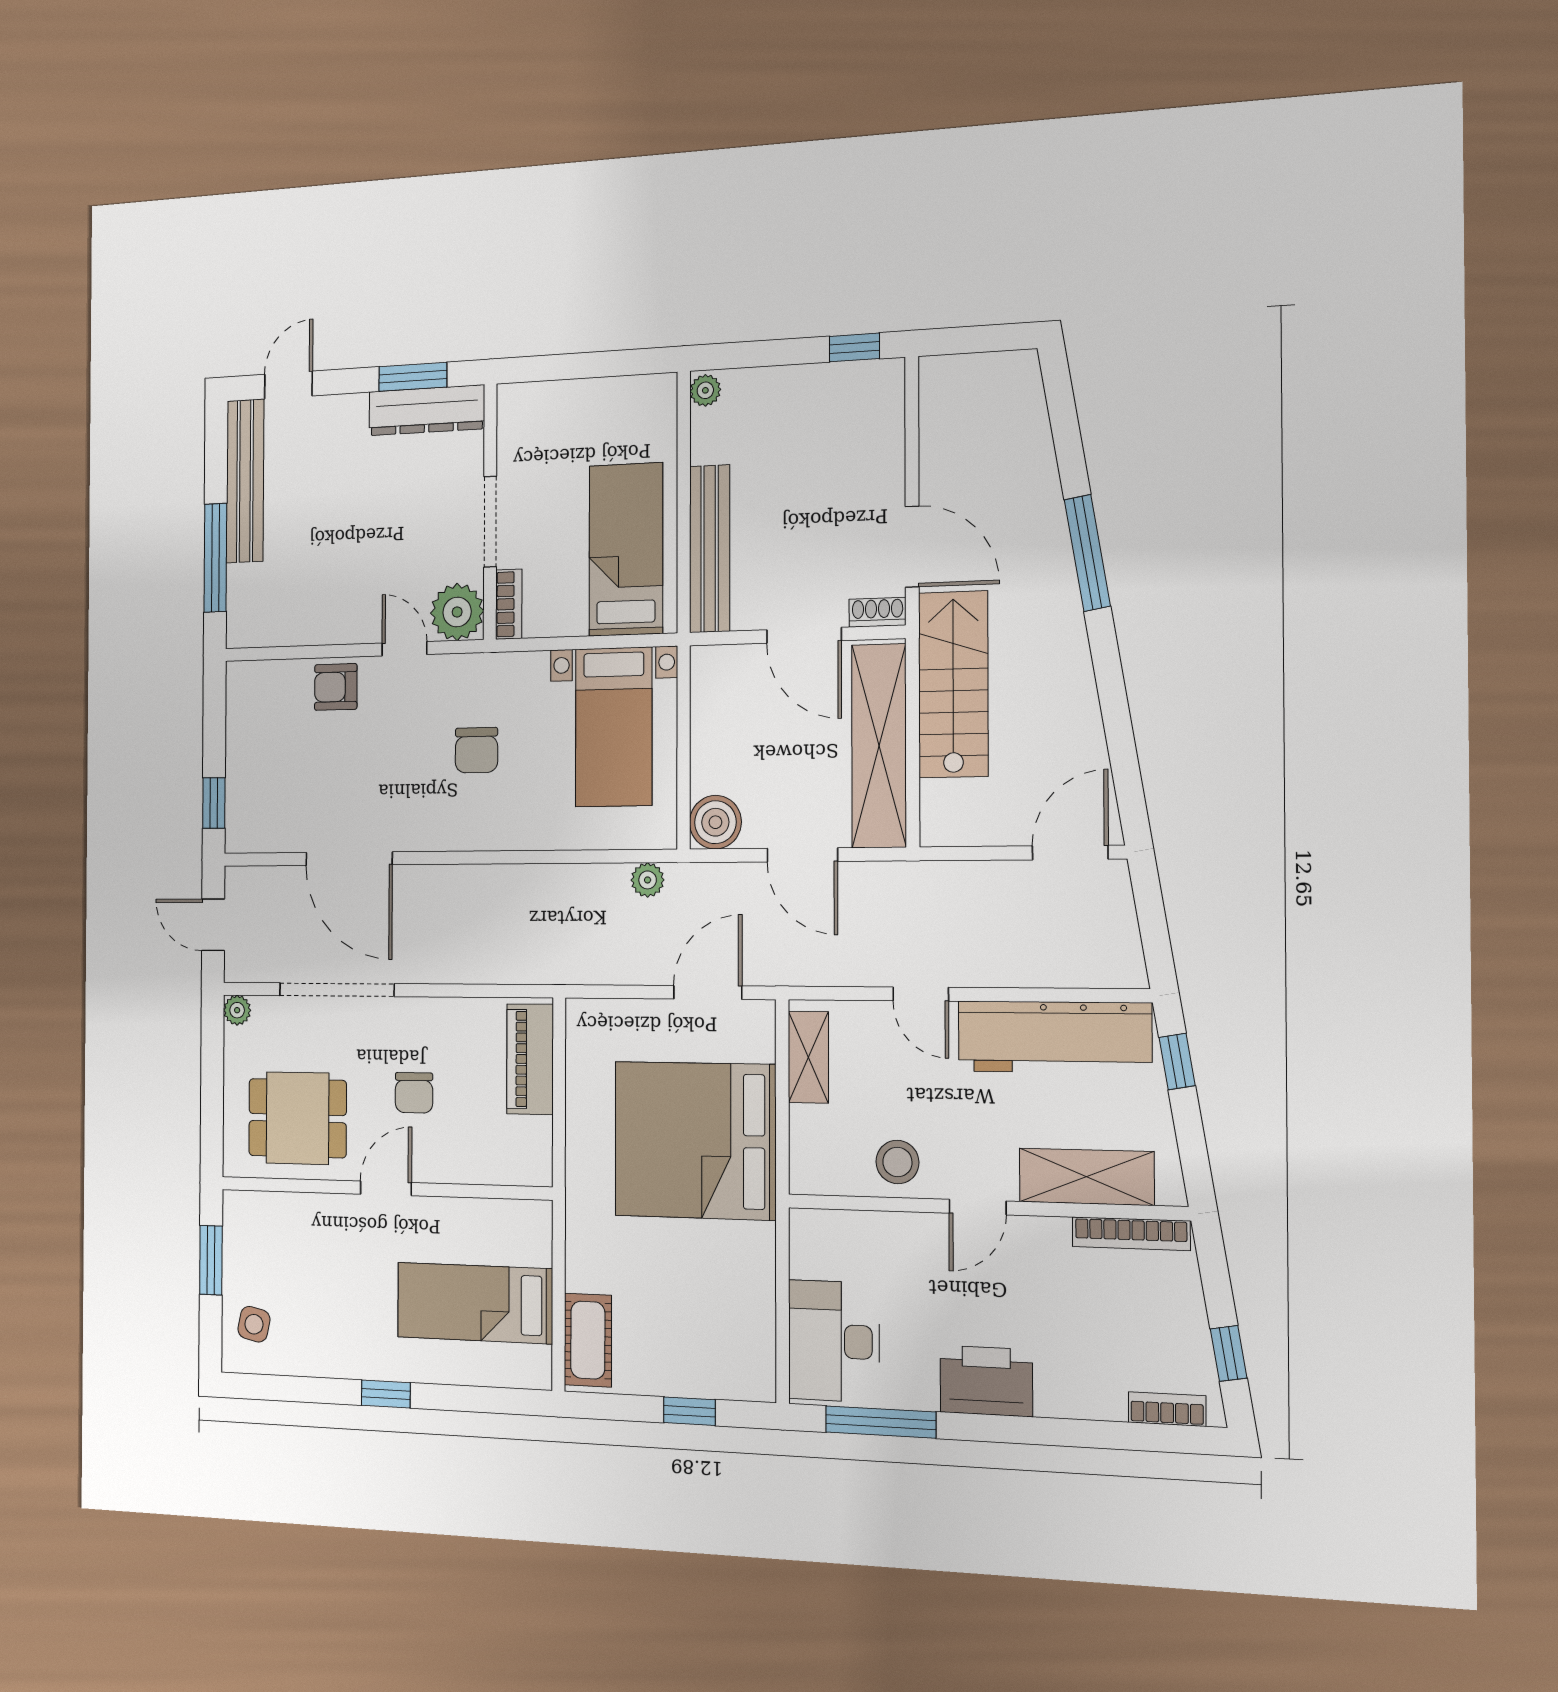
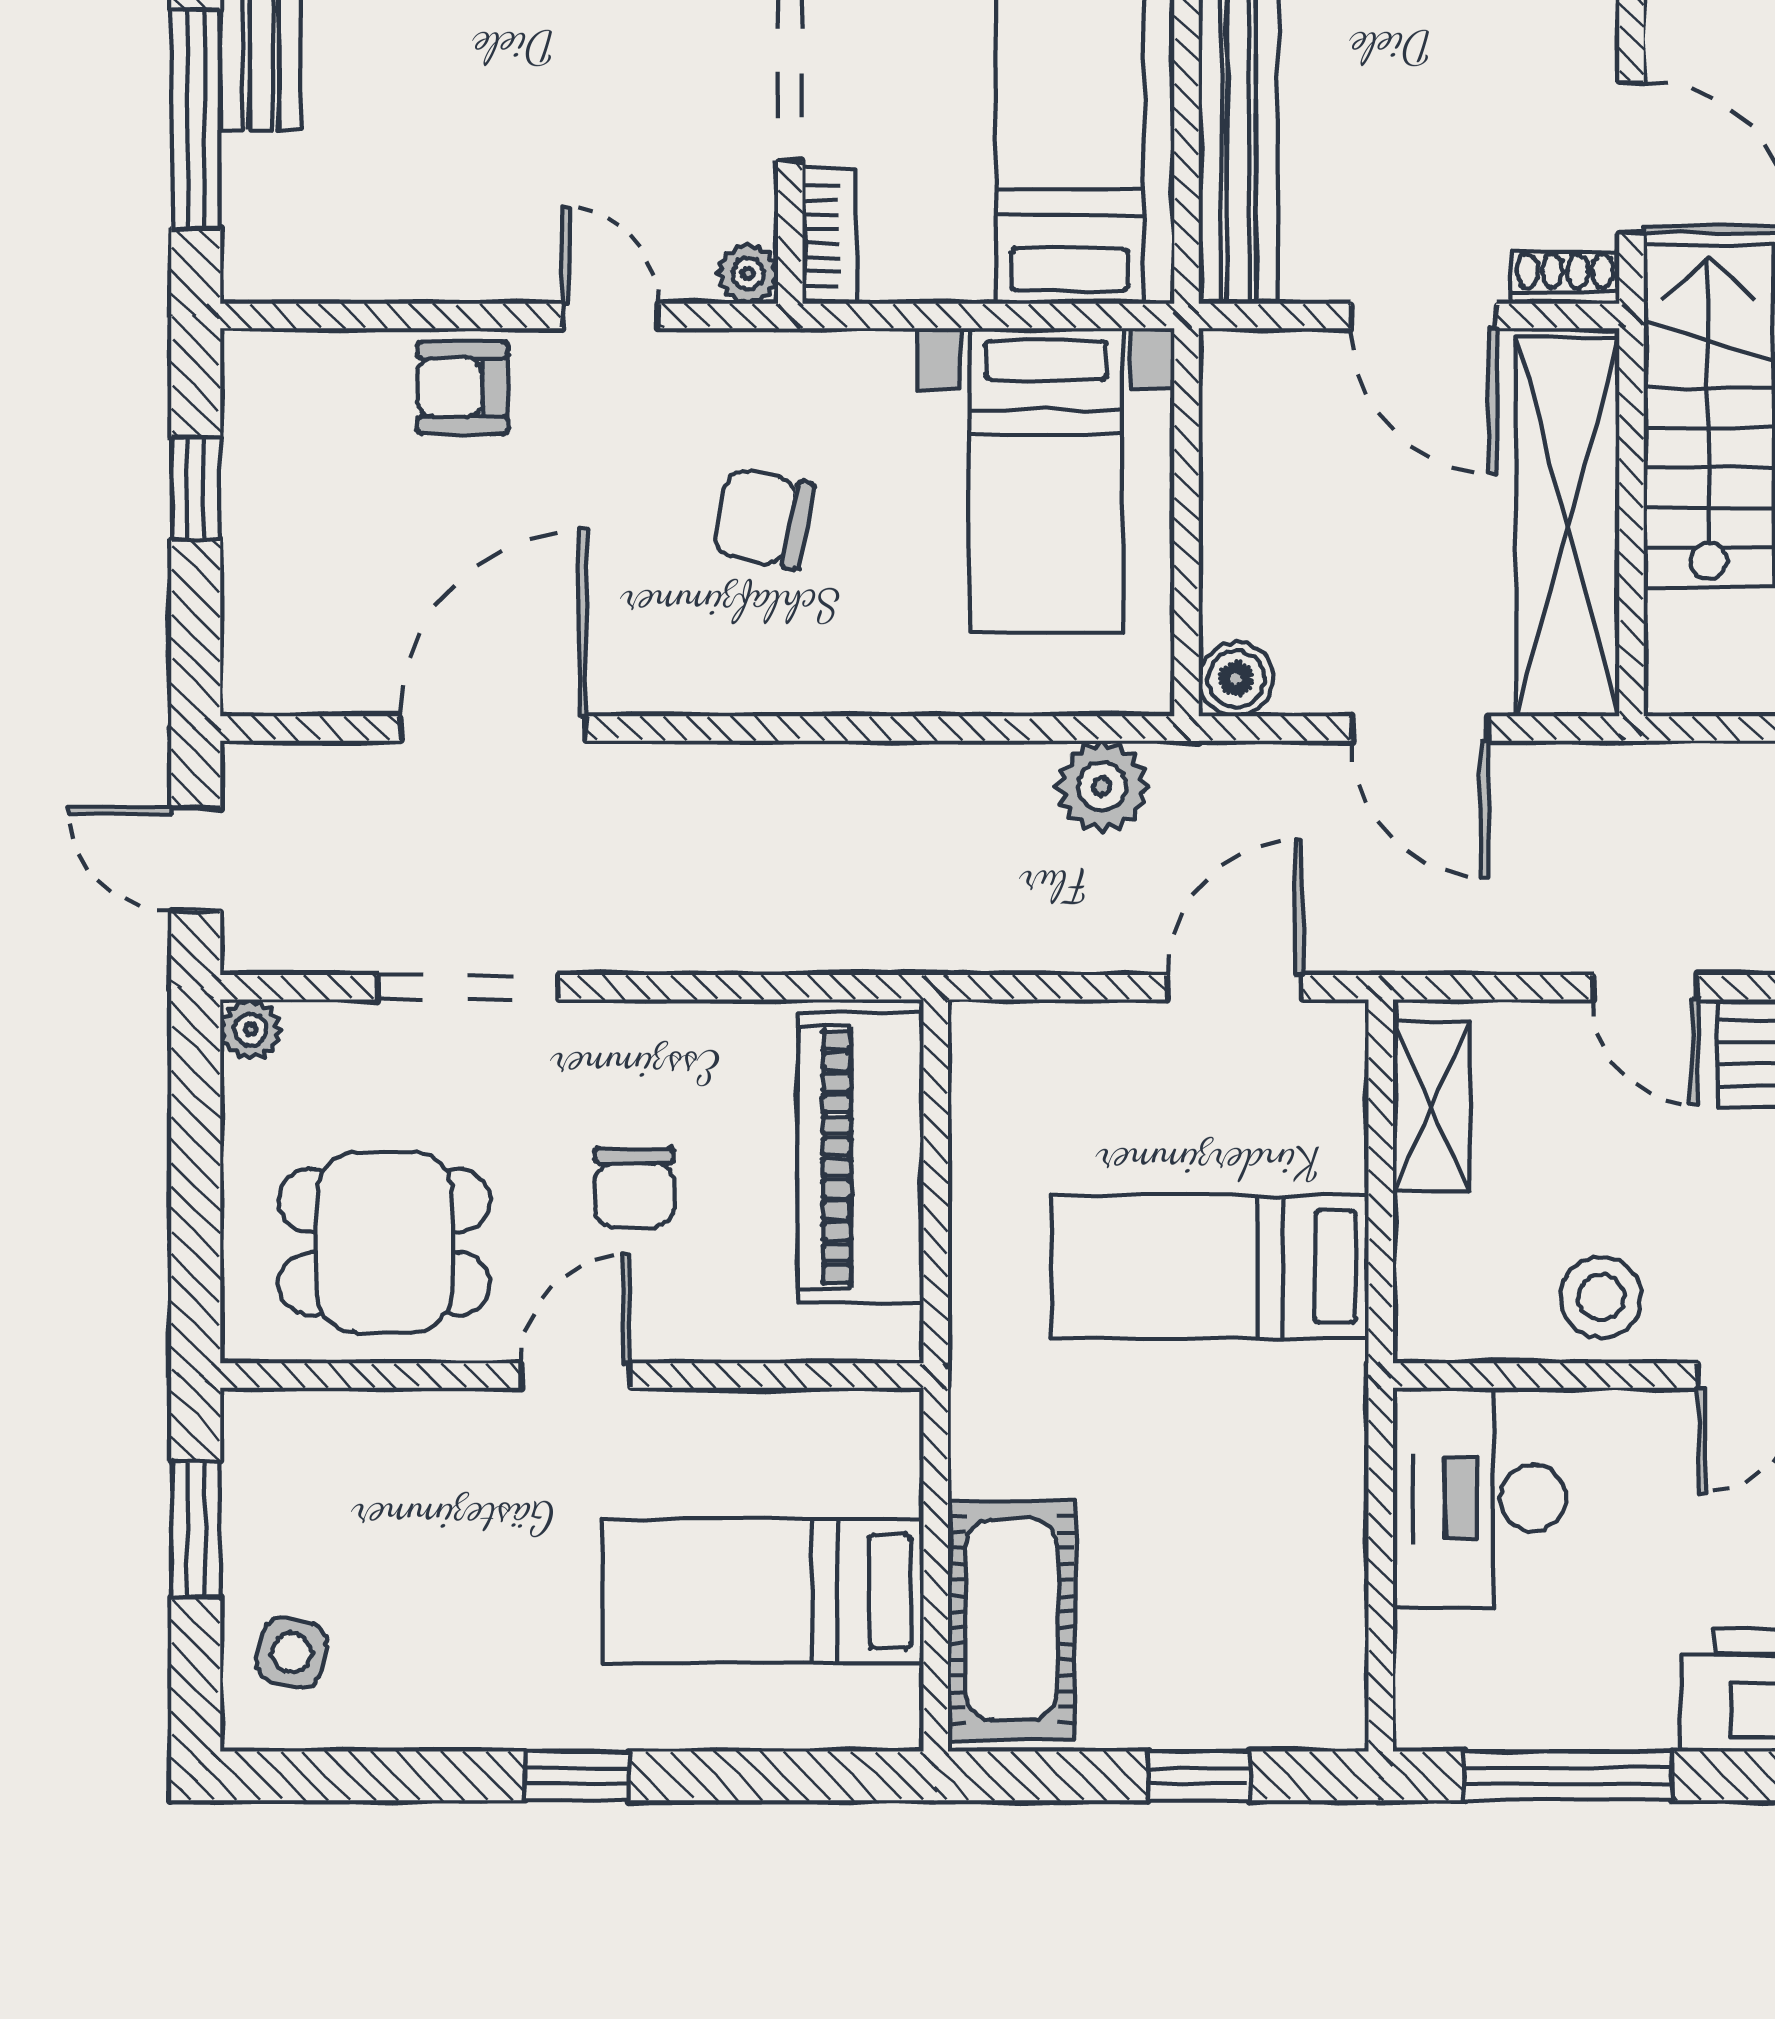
plant: (457, 612) -> (748, 274), width x0.53, depth x0.53
chair: (476, 750) -> (763, 519), turned 101
window: (214, 803) -> (196, 488), moved
boiler: (715, 822) -> (1236, 679), width x0.73, depth x0.73
door: (349, 859) -> (493, 728), swing flipped
plant: (648, 880) -> (1102, 786), width x1.38, depth x1.38
doorway: (337, 990) -> (468, 987), width x0.73
piano: (530, 1059) -> (861, 1157), width x1.37, depth x1.33
bed: (695, 1140) -> (1210, 1267), width x0.49
cot: (588, 1340) -> (1011, 1620), width x1.37, depth x1.34
desk: (834, 1341) -> (1479, 1498), moved

